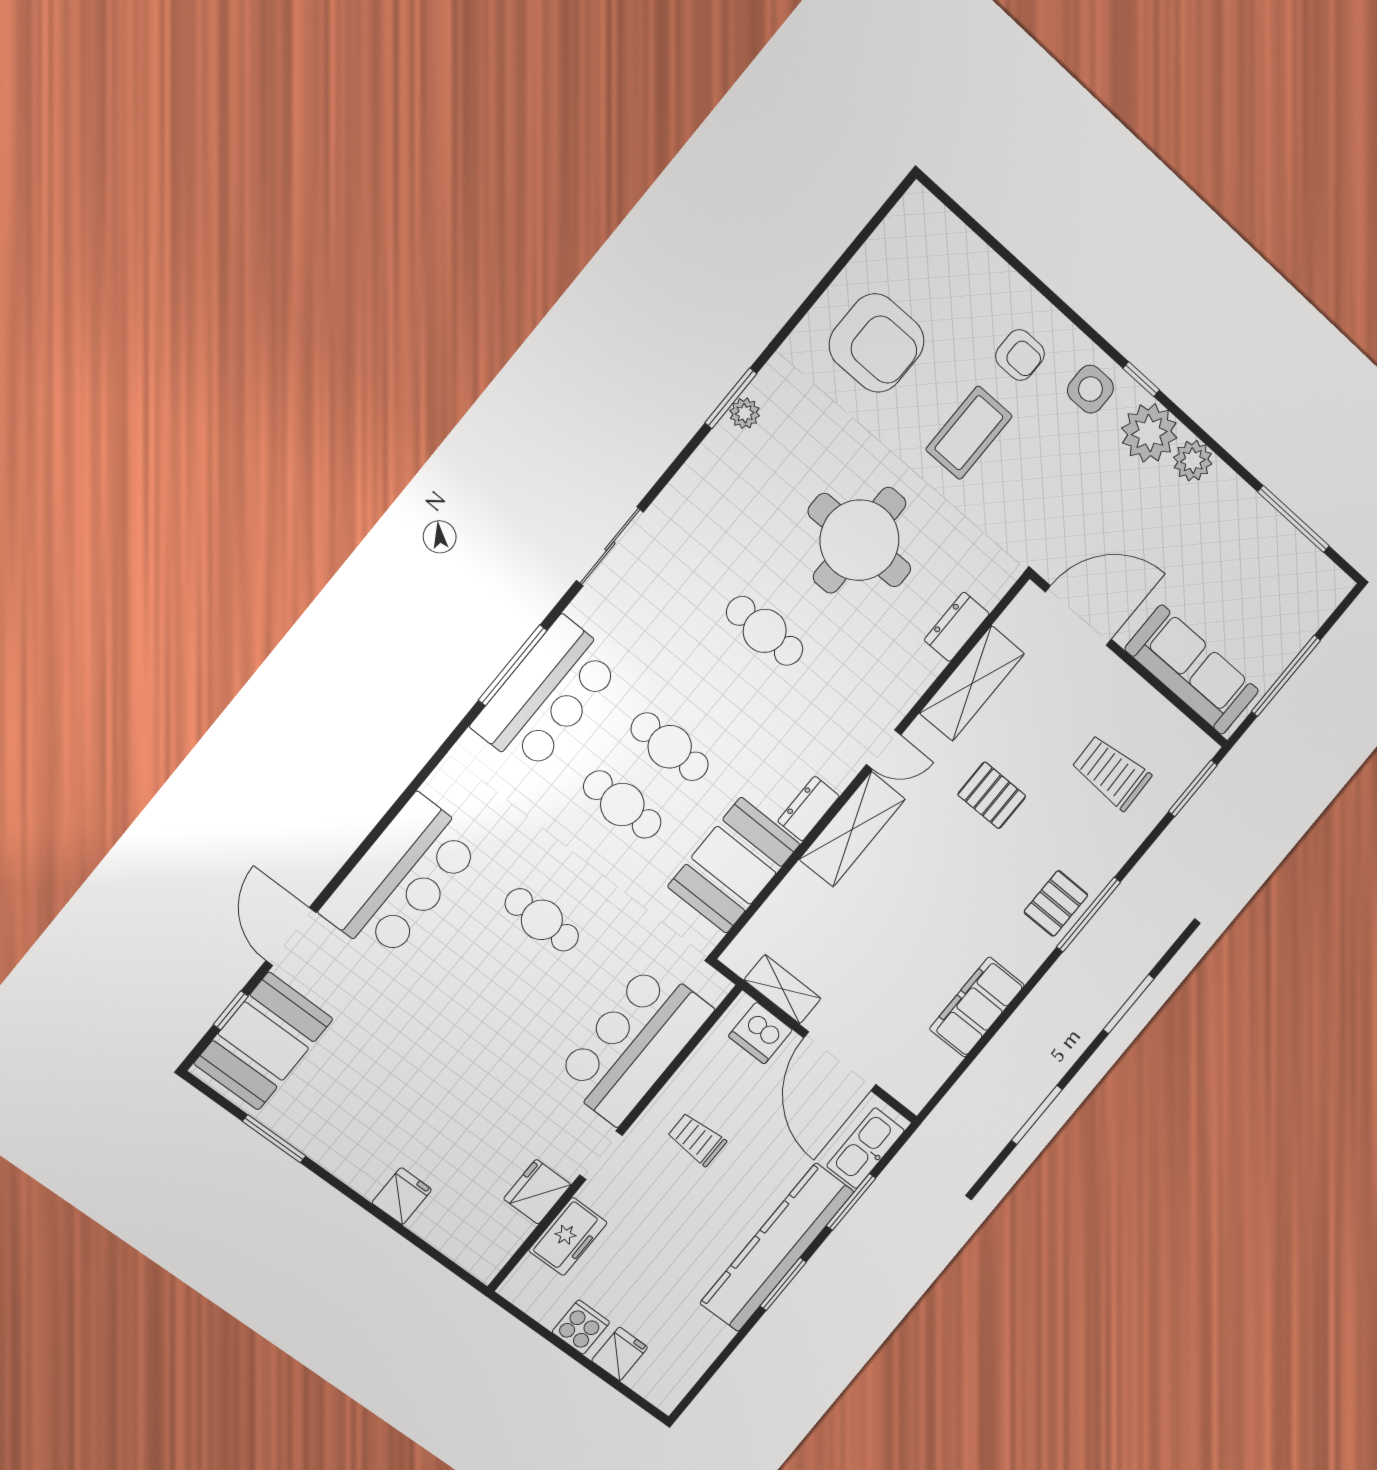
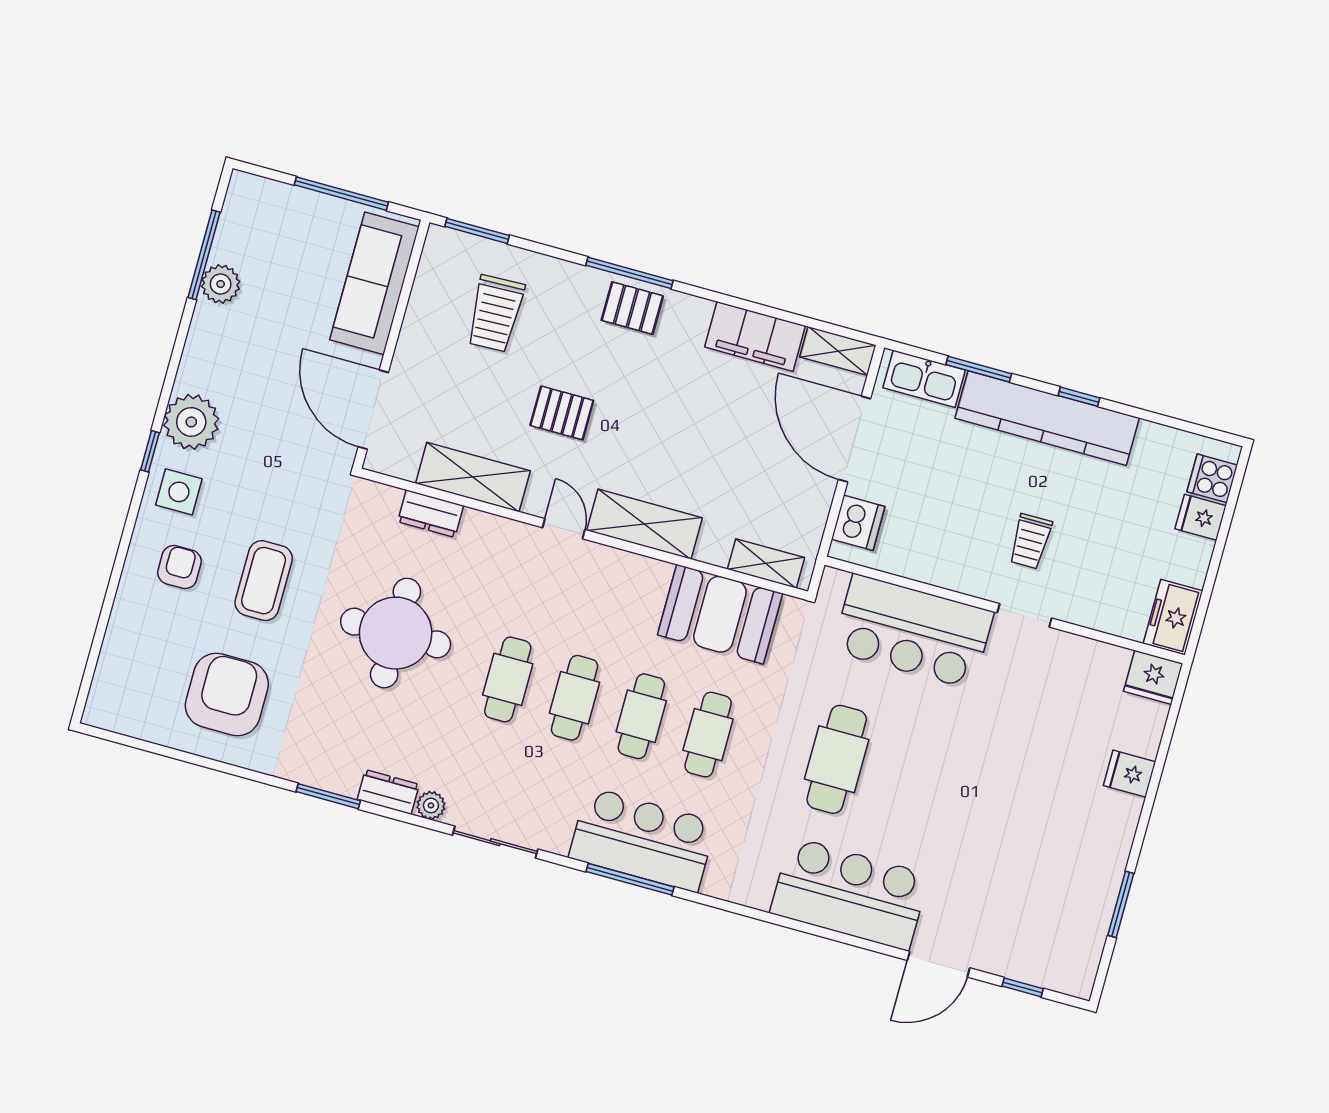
plant: (745, 413) -> (431, 805), moved
coffee table: (969, 433) -> (264, 581), turned 90
plant: (1193, 461) -> (221, 284), moved
cafe table: (717, 689) -> (575, 698), added
pallet: (992, 795) -> (562, 413), turned 90
dresser: (809, 809) -> (388, 792), moved, turned 180
cafe table: (542, 920) -> (837, 759), width x1.37, depth x1.35
shelving: (783, 989) -> (766, 563), moved, turned 90
booth: (263, 1041) -> (1038, 949), removed
door: (840, 1061) -> (855, 439), swing flipped
shelving: (928, 1079) -> (838, 351), added
trolley: (697, 1139) -> (1030, 541), moved
fridge: (537, 1192) -> (1153, 677), moved
freezer: (568, 1237) -> (1173, 617), moved, turned -90
window: (783, 1284) -> (1079, 397), width x0.67
cooker: (581, 1327) -> (1212, 478), moved

